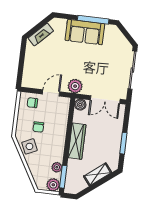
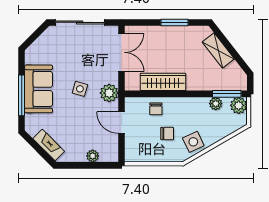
window: (93, 20) -> (22, 95), moved
side table: (81, 64) -> (80, 89), added
plant: (28, 67) -> (93, 156), added
chair: (32, 103) -> (156, 109), moved
boiler: (80, 105) -> (132, 84), removed
wardrobe: (77, 141) -> (163, 82), moved

